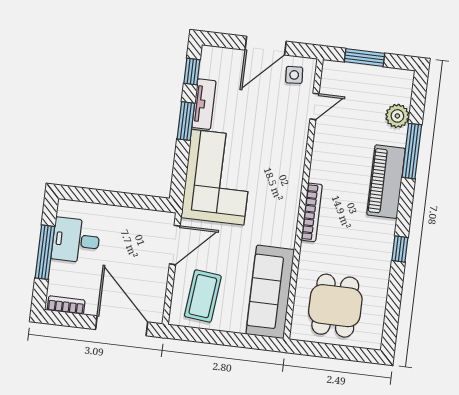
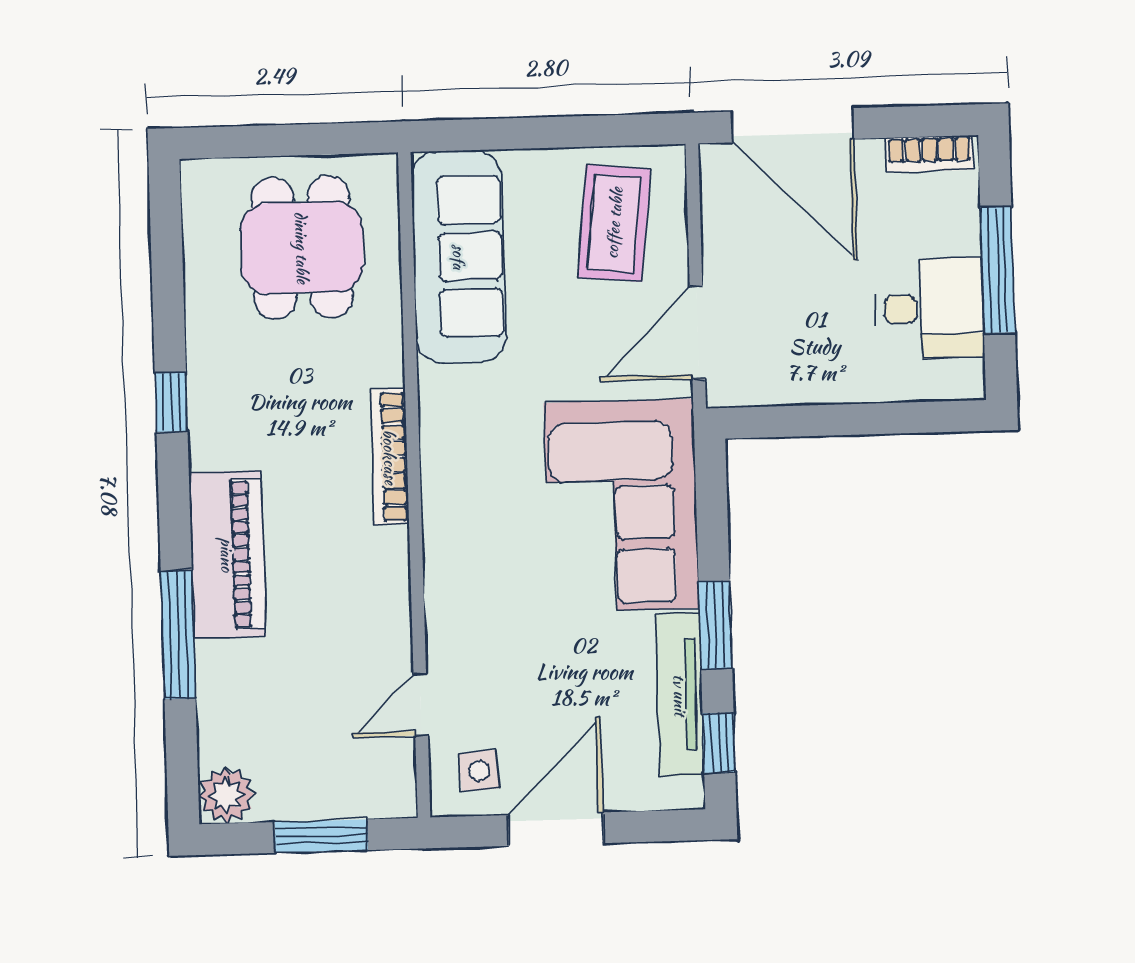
tv unit: (204, 104) -> (680, 695), width x1.41
plant: (397, 116) -> (227, 795), moved

